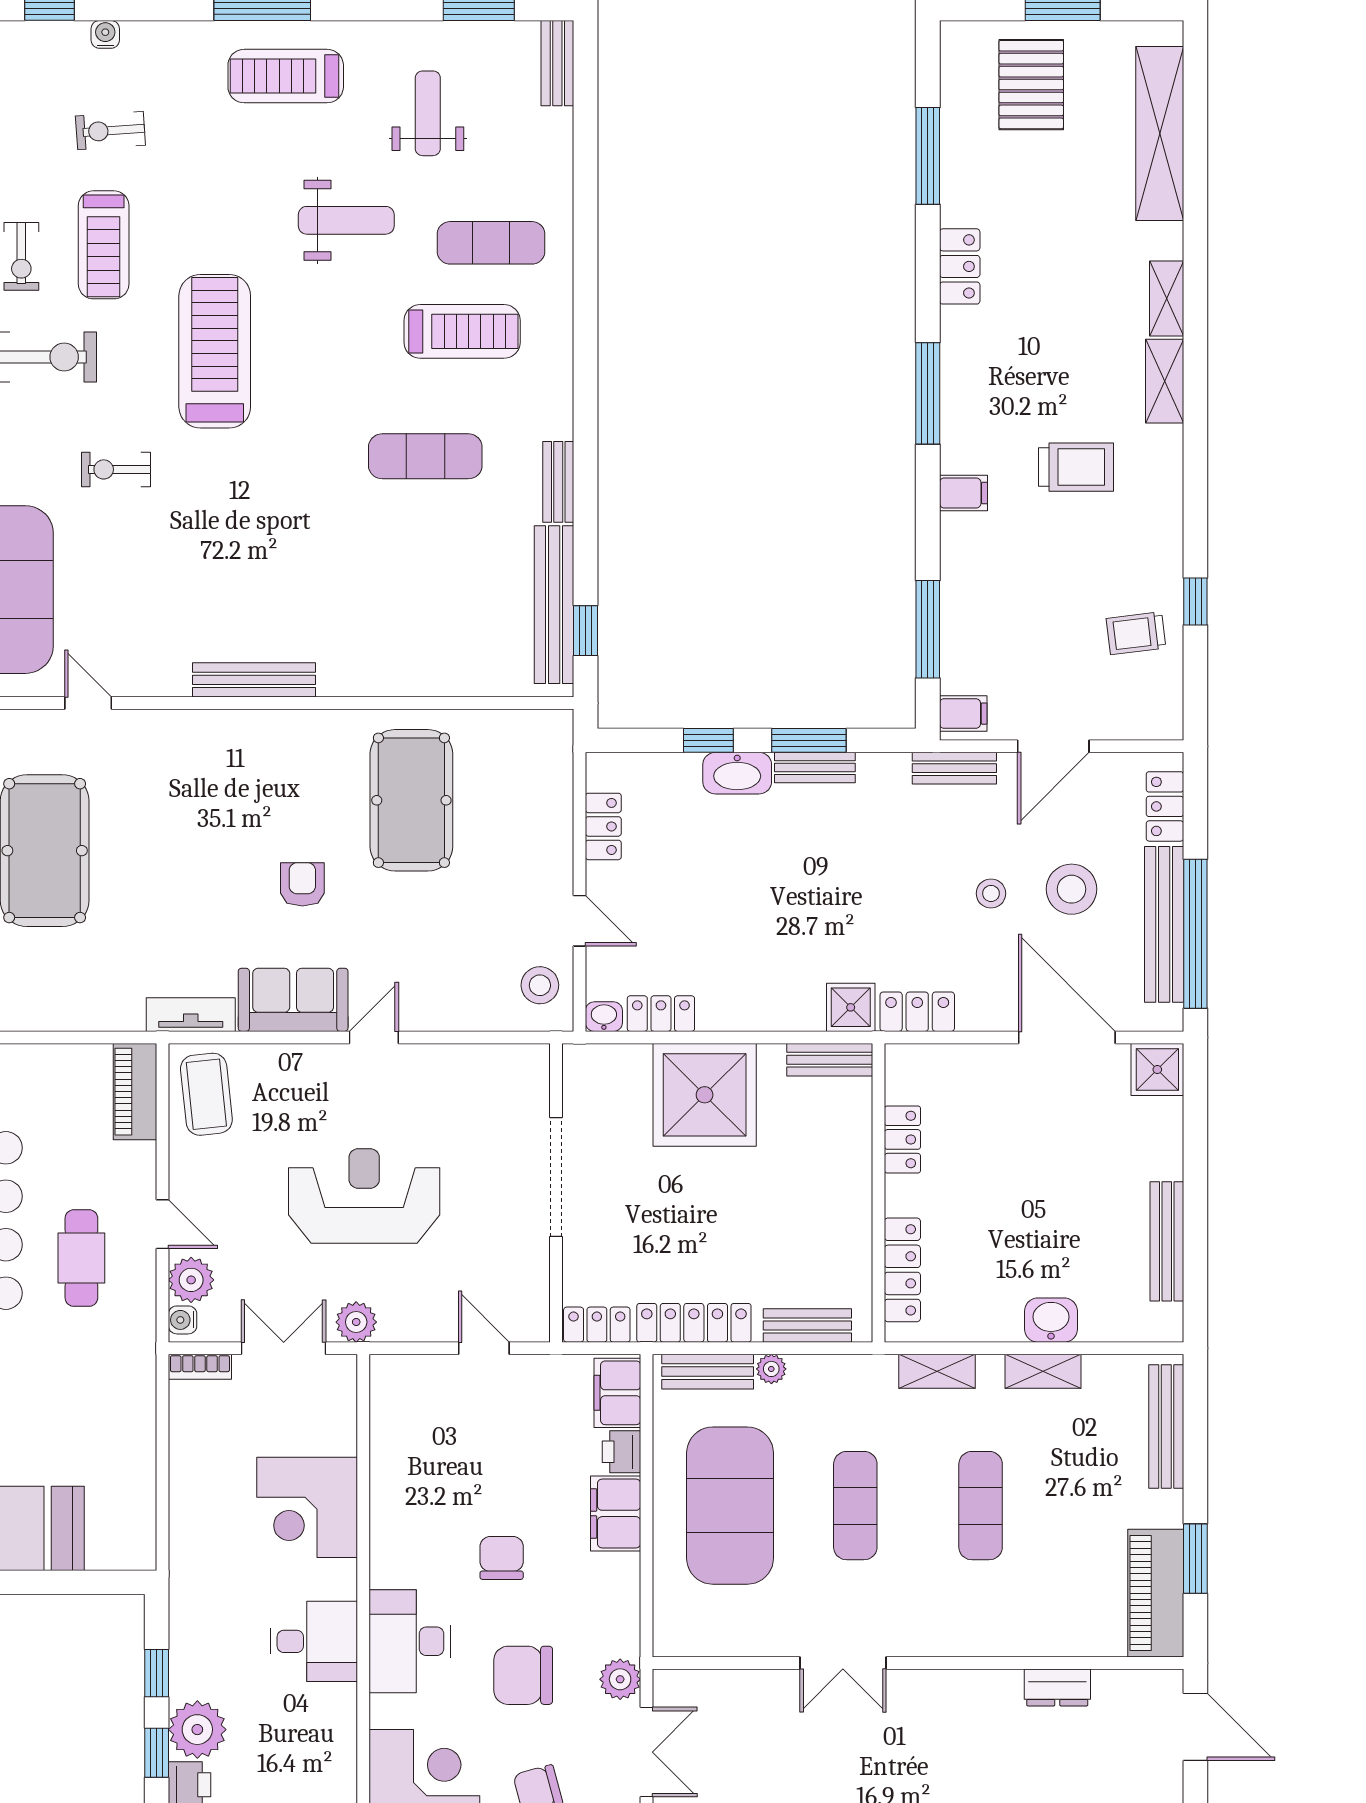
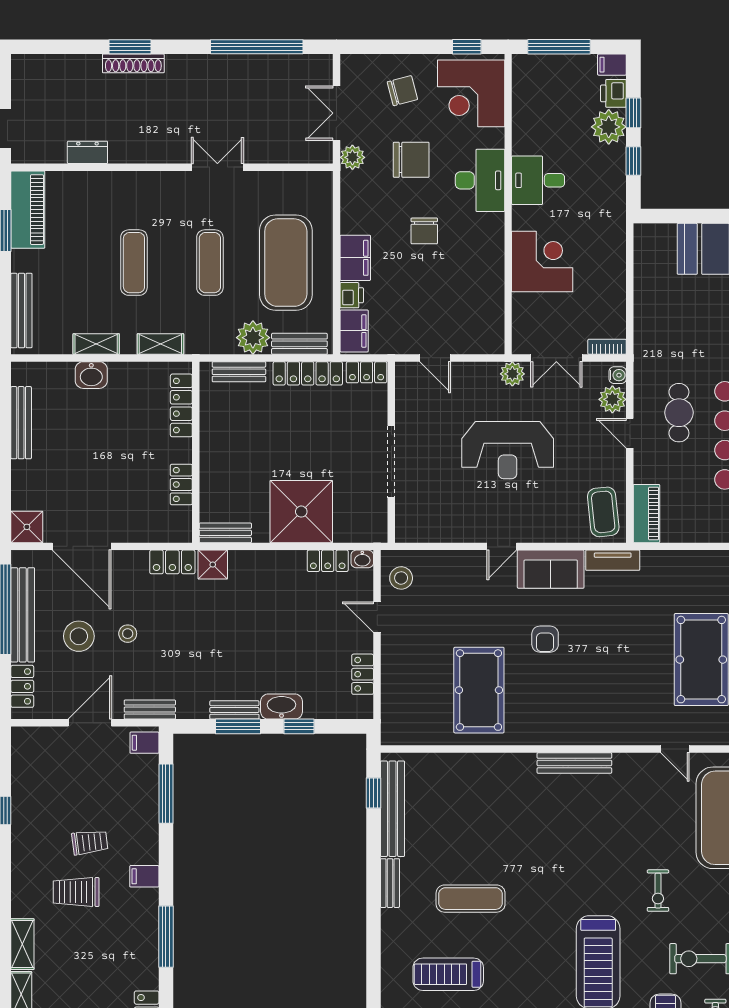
exercise bike: (116, 469) -> (658, 891), turned 90
trolley: (1136, 633) -> (90, 842), moved
plant: (771, 1369) -> (253, 338), width x1.88, depth x1.88

